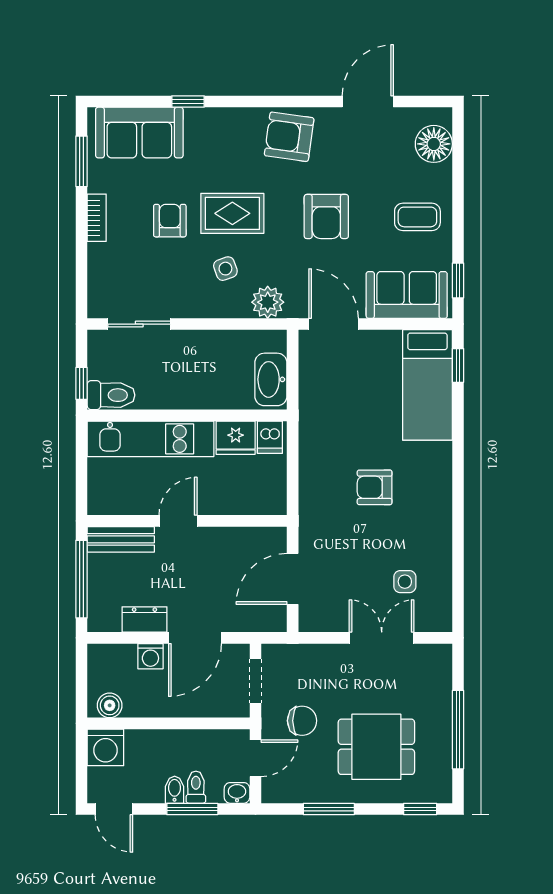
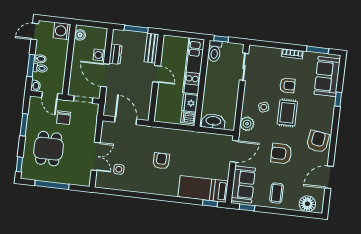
door: (368, 102) -> (329, 177), swing flipped
window: (81, 579) -> (136, 29), width x0.69

